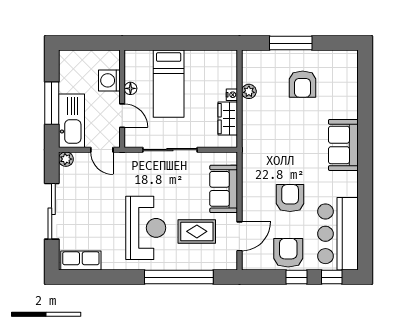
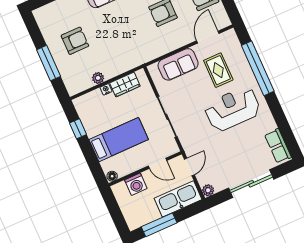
window: (201, 43) -> (78, 129), added
floor lamp: (130, 88) -> (112, 176), moved
window: (52, 103) -> (159, 225), moved
door: (122, 116) -> (158, 163), swing flipped
door: (239, 236) -> (208, 37), hinge flipped

